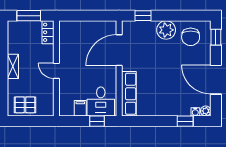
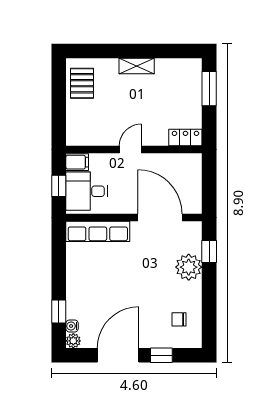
plant: (166, 30) -> (189, 267), moved
locker: (48, 32) -> (185, 138), moved
chair: (191, 37) -> (179, 319), width x0.54, depth x0.54
window: (216, 37) -> (161, 355), moved
wall: (56, 68) -> (134, 149), moved
door: (56, 71) -> (130, 149), moved

